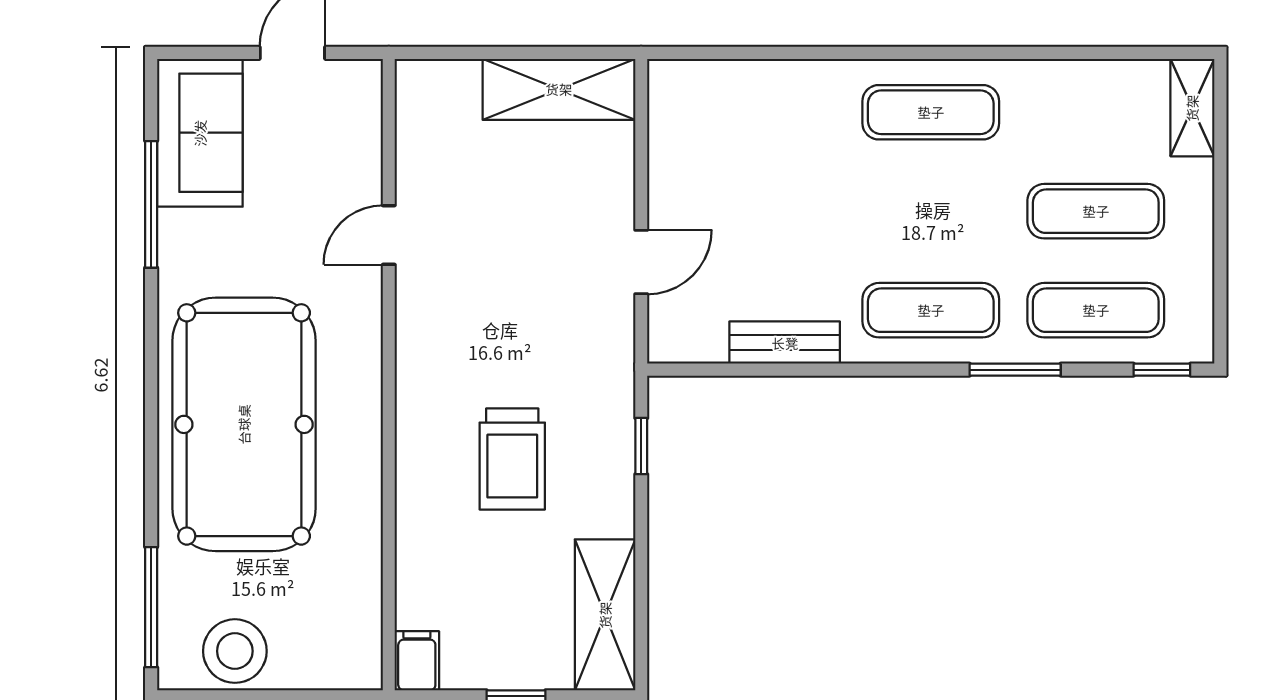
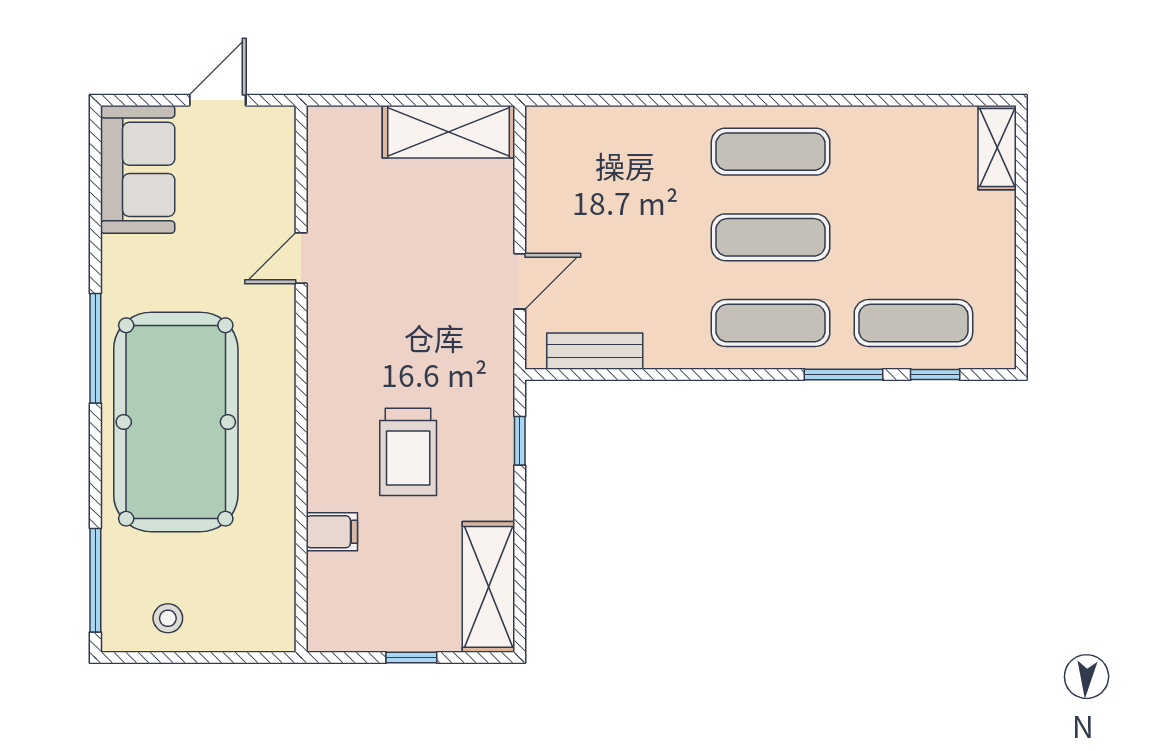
window: (151, 204) -> (95, 348), moved
exercise mat: (1096, 211) -> (771, 237), moved
bench: (785, 343) -> (595, 351), moved
window: (1162, 370) -> (935, 375), moved
stool: (235, 651) -> (168, 618), width x0.53, depth x0.53
filing cabinet: (417, 661) -> (332, 532), moved, turned 90

